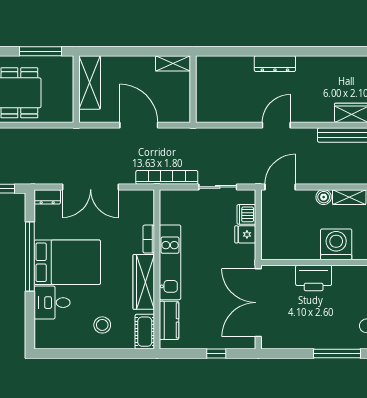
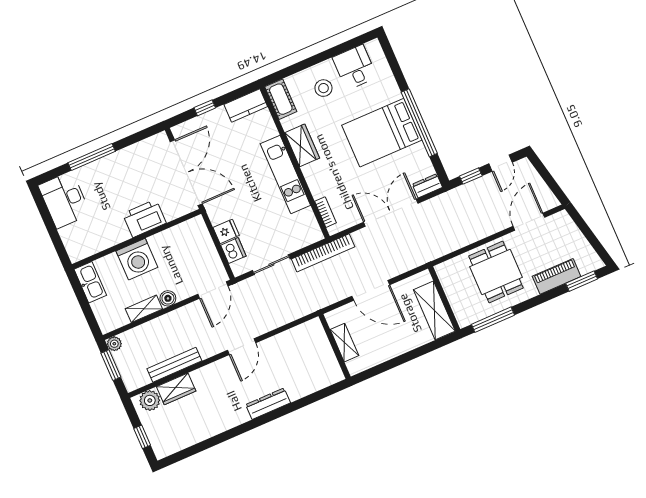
shelving: (173, 63) -> (344, 343), moved, turned 90
bookcase: (149, 239) -> (326, 212), moved
wardrobe: (144, 282) -> (302, 145), width x0.67
desk: (52, 303) -> (355, 67), moved, turned -90
kitchen counter: (169, 320) -> (246, 106), moved, turned -90

